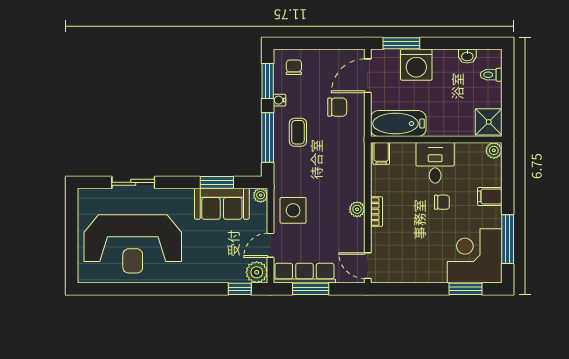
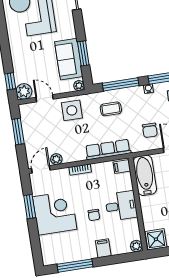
coffee table: (298, 132) -> (111, 109), moved
plant: (357, 209) -> (56, 159), moved
corner desk: (475, 256) -> (55, 213), moved
row of seats: (304, 273) -> (108, 150), moved, turned -90
window: (466, 289) -> (30, 207), moved

